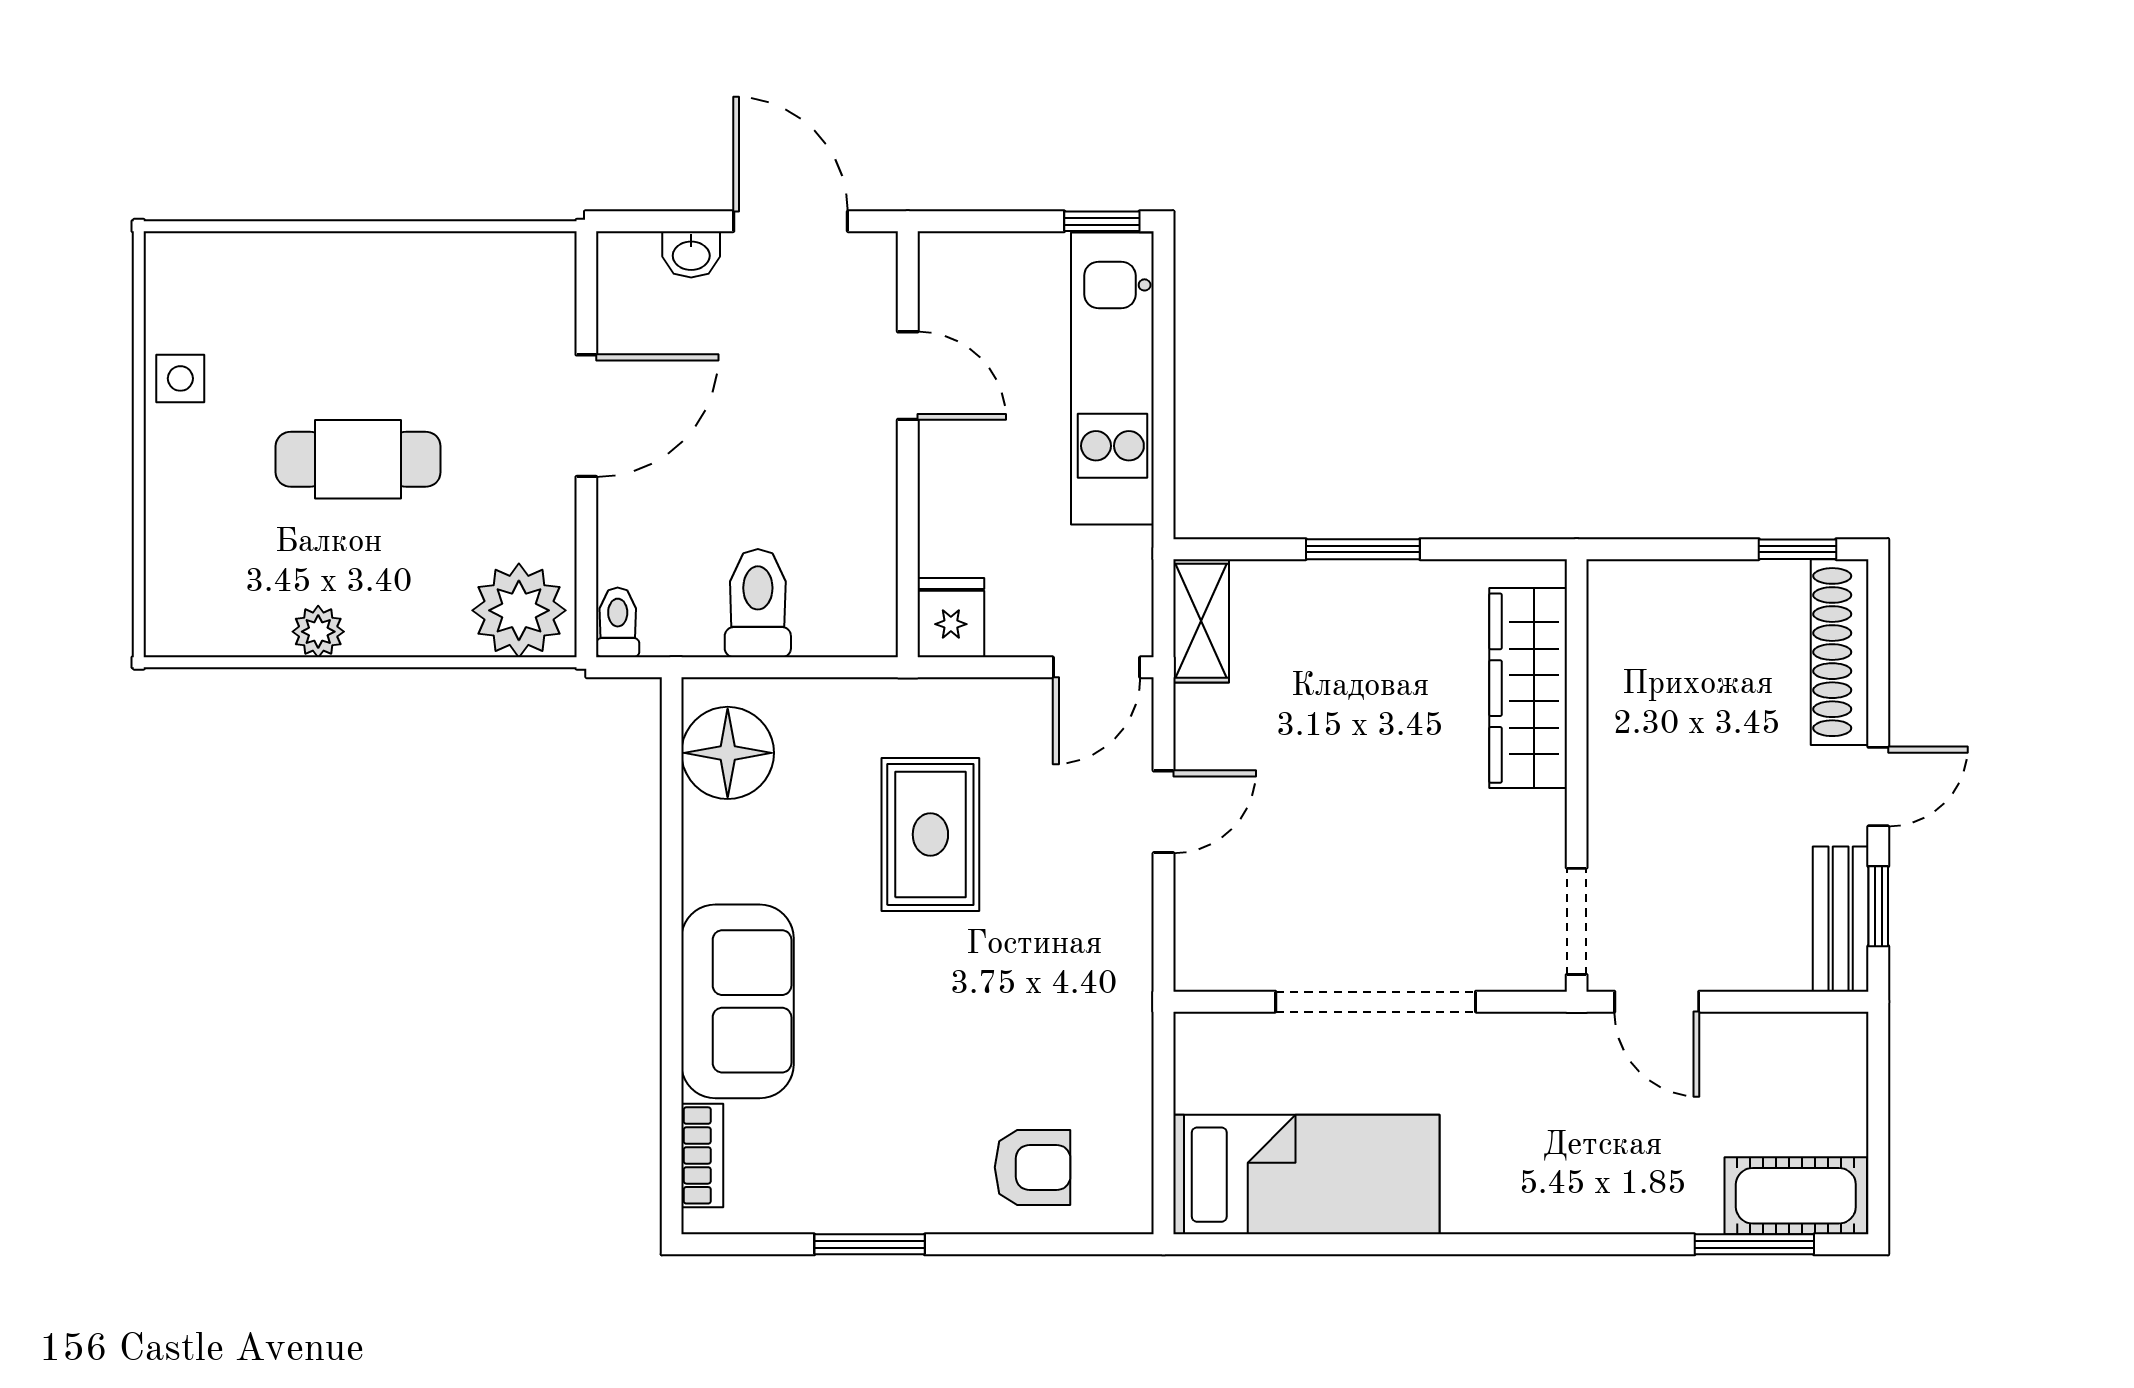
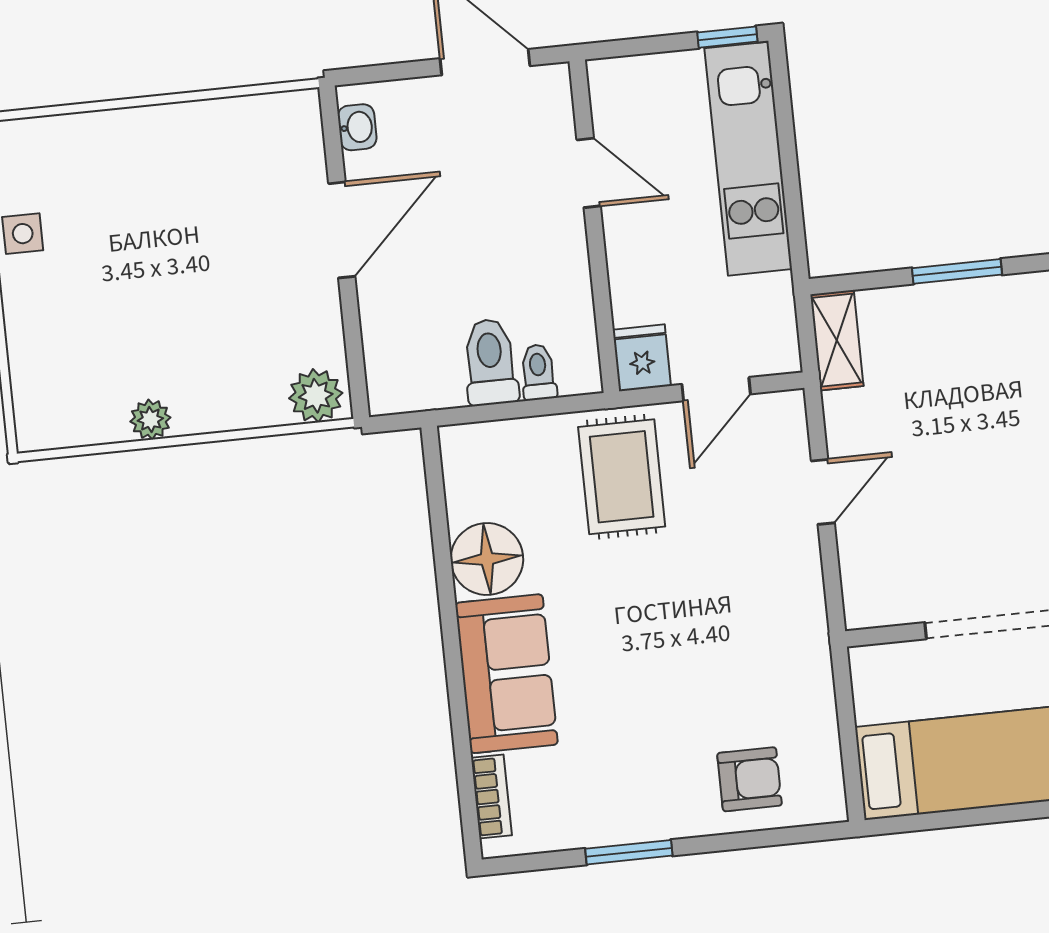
washbasin: (691, 254) -> (357, 127), moved, turned -90
cafe table: (358, 459) -> (168, 282), removed
plant: (519, 610) -> (316, 396), width x0.73, depth x0.73
toilet: (618, 622) -> (538, 372), moved
door: (1097, 667) -> (716, 389), moved
floor lamp: (728, 753) -> (487, 559), moved
rug: (930, 834) -> (622, 477), moved

